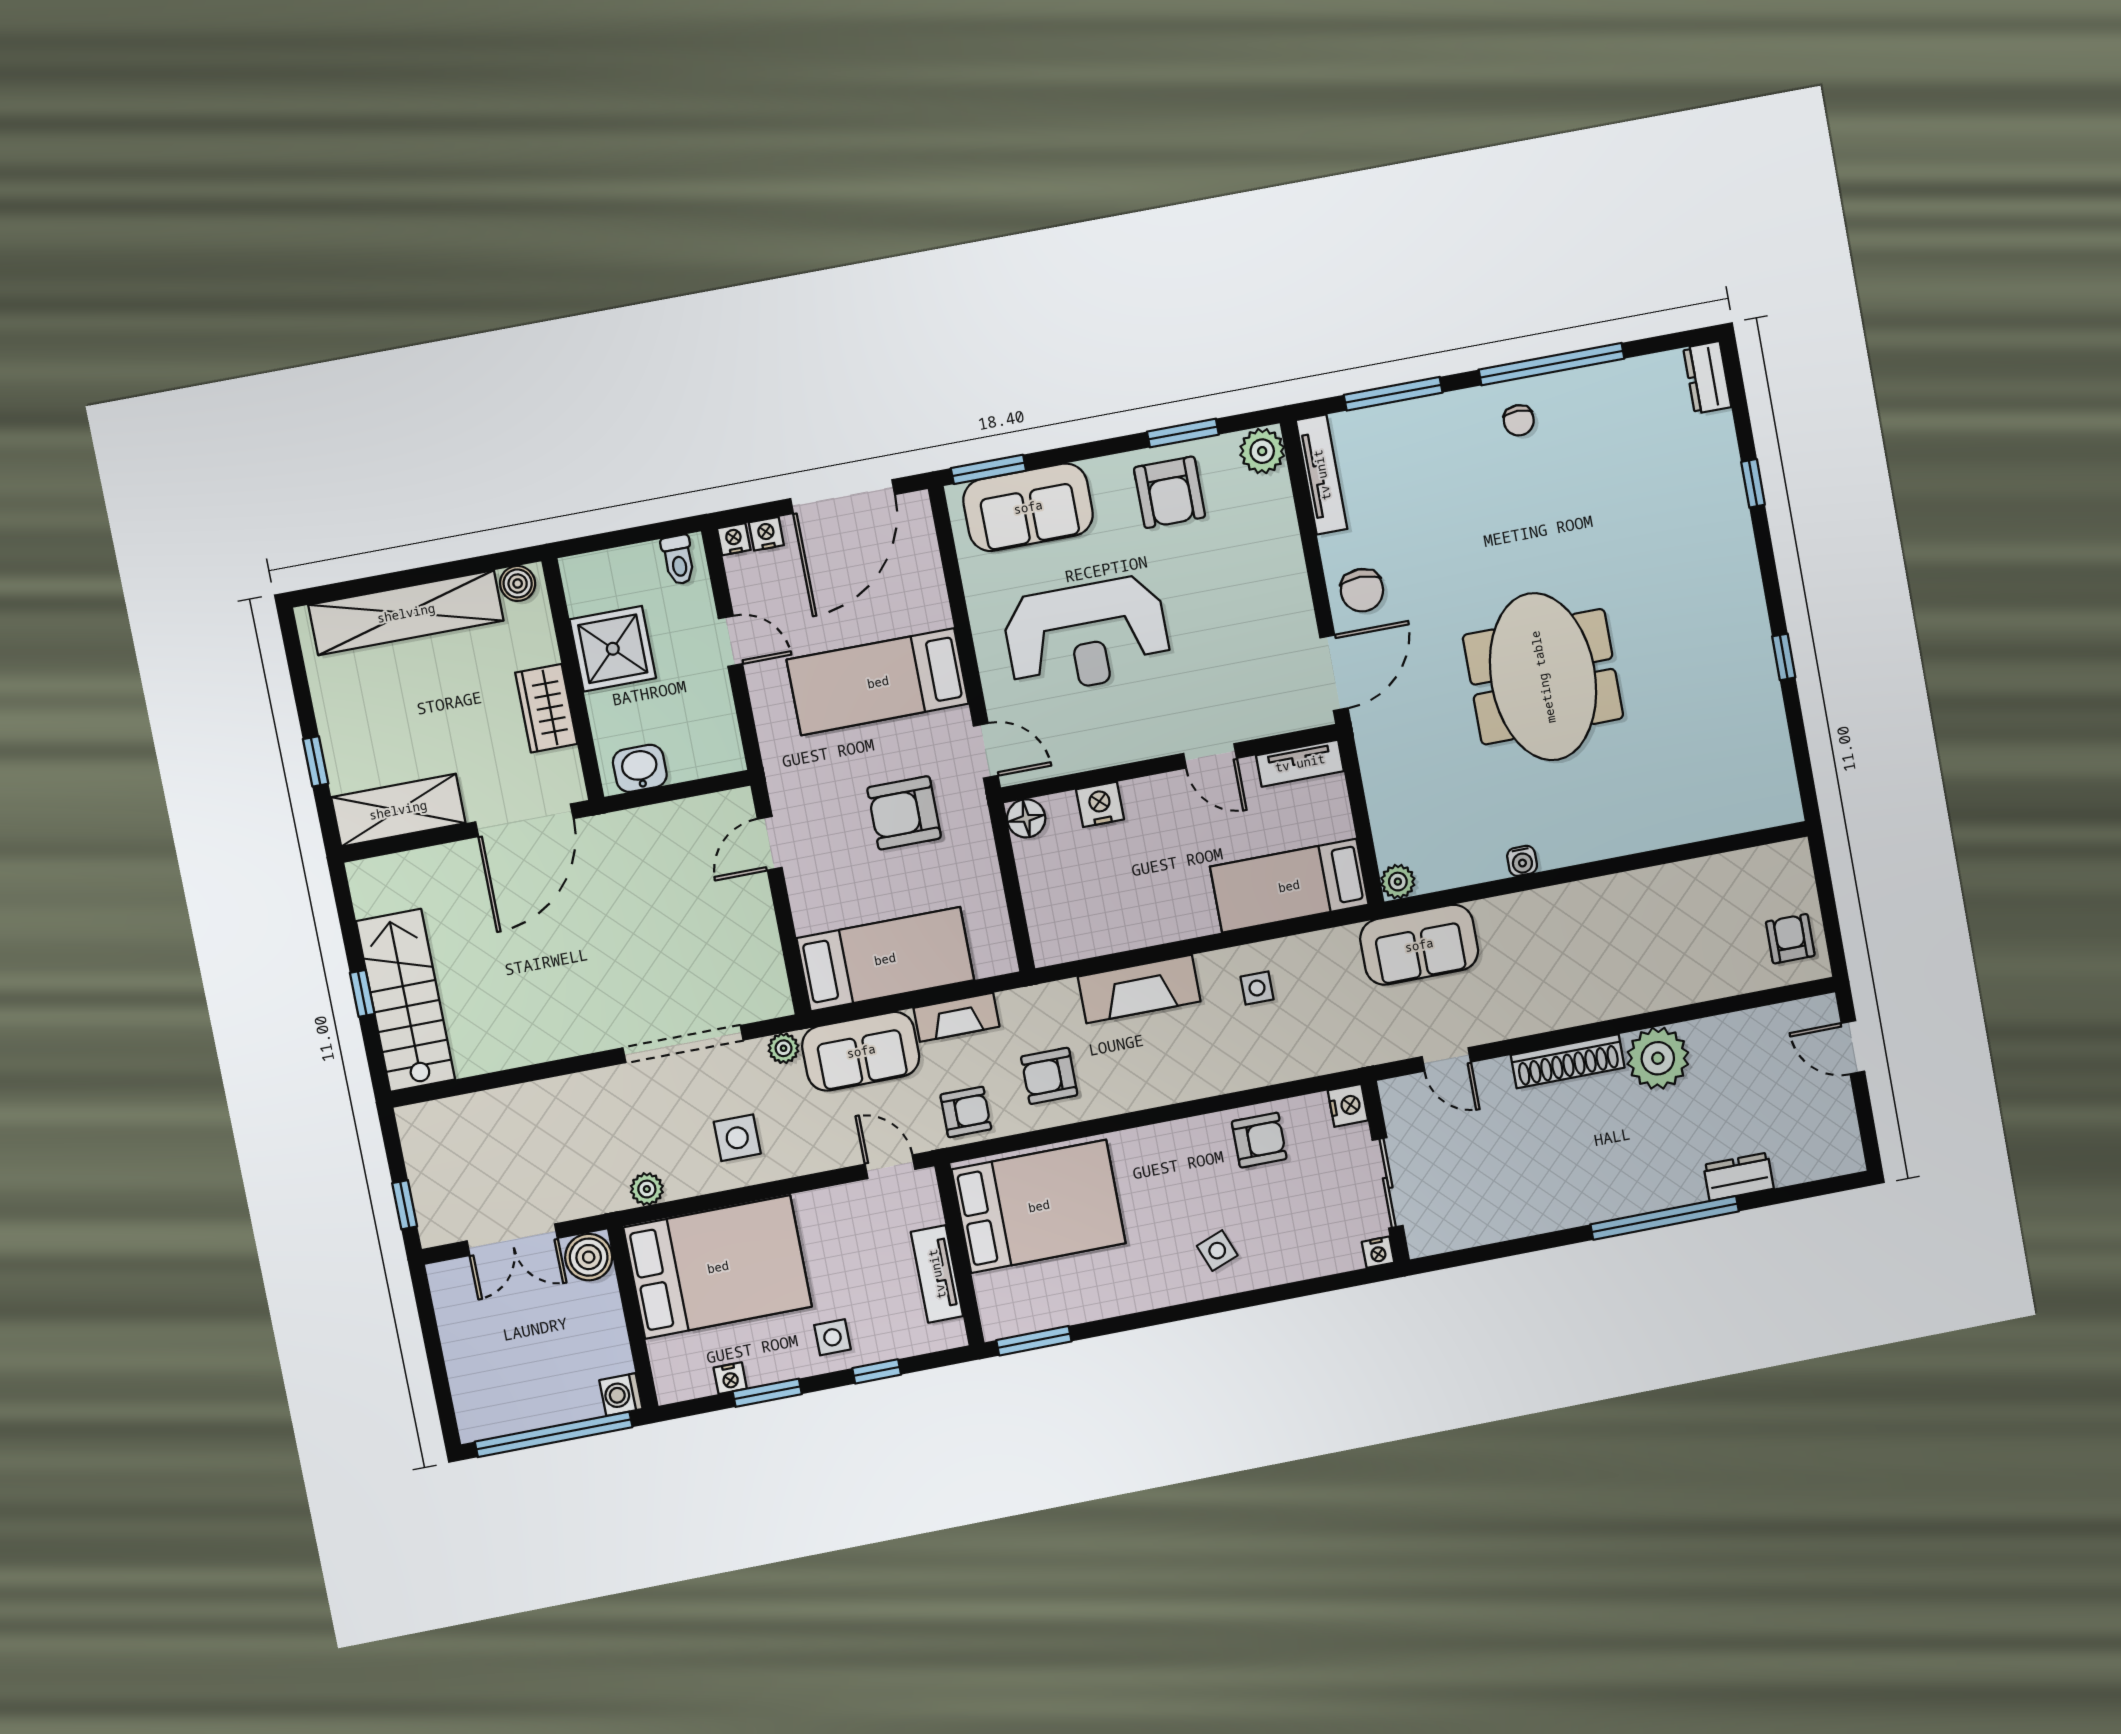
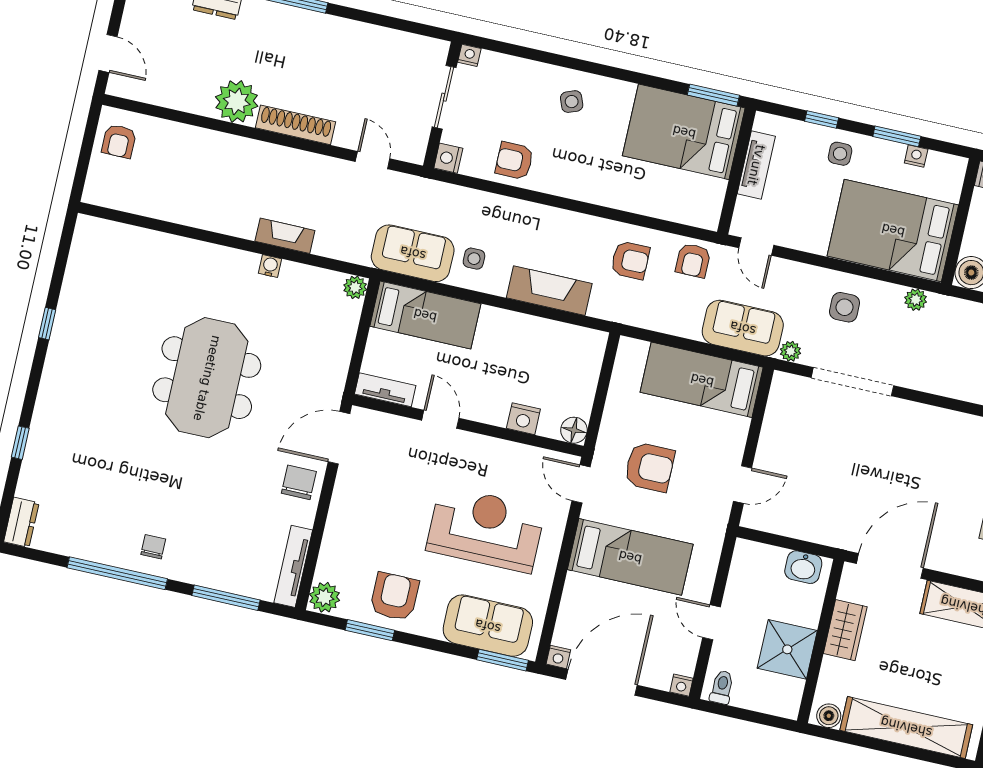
nightstand: (766, 534) -> (558, 657), moved
sofa: (1419, 945) -> (413, 253), moved
fireplace: (956, 1017) -> (285, 236), moved
armchair: (966, 1112) -> (693, 260), turned -90
bed: (1039, 1206) -> (684, 132), moved

